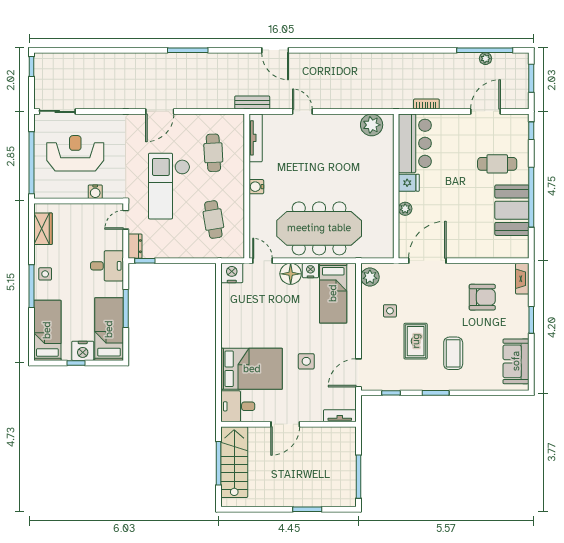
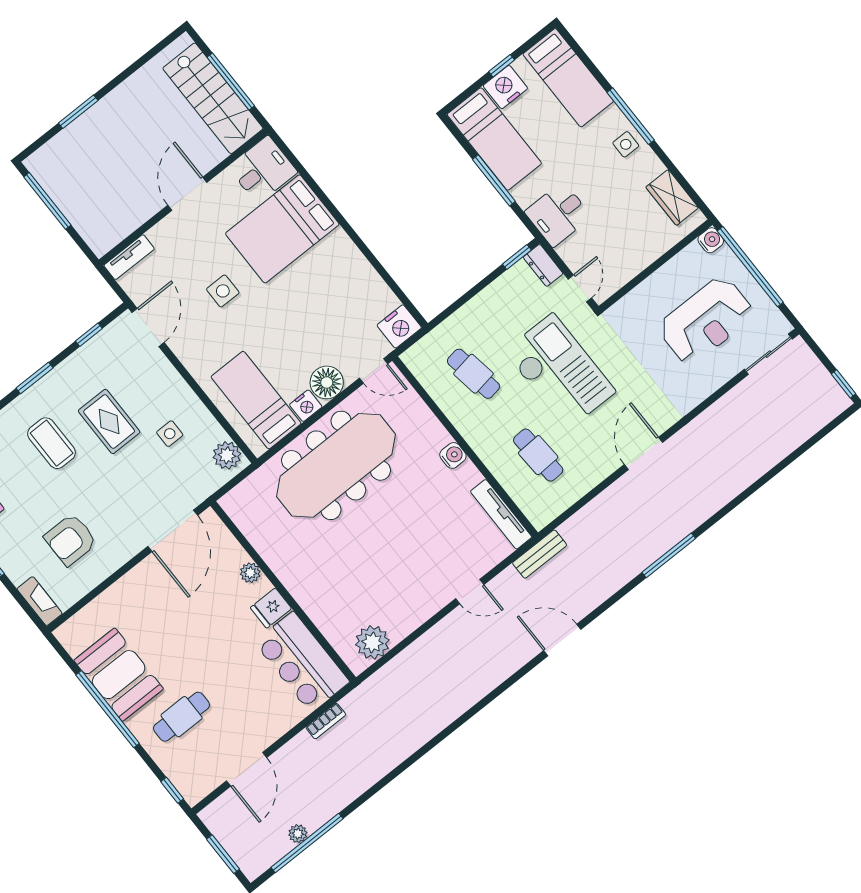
water cooler: (95, 192) -> (711, 240), moved, turned 90

